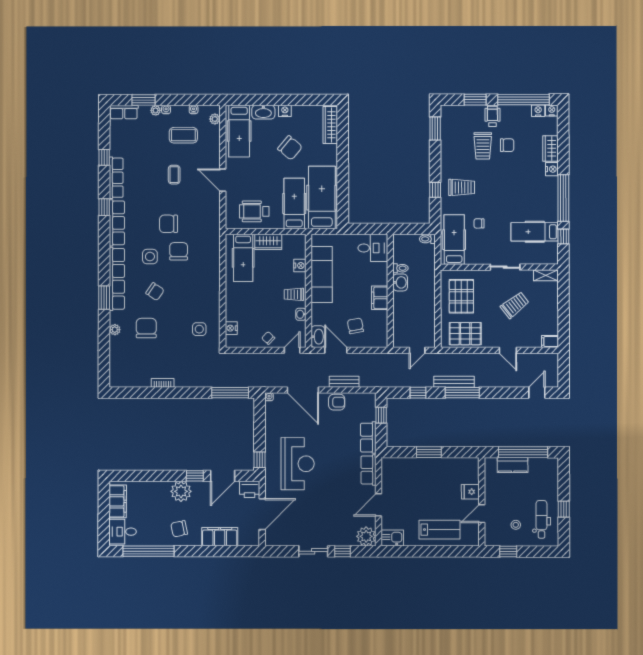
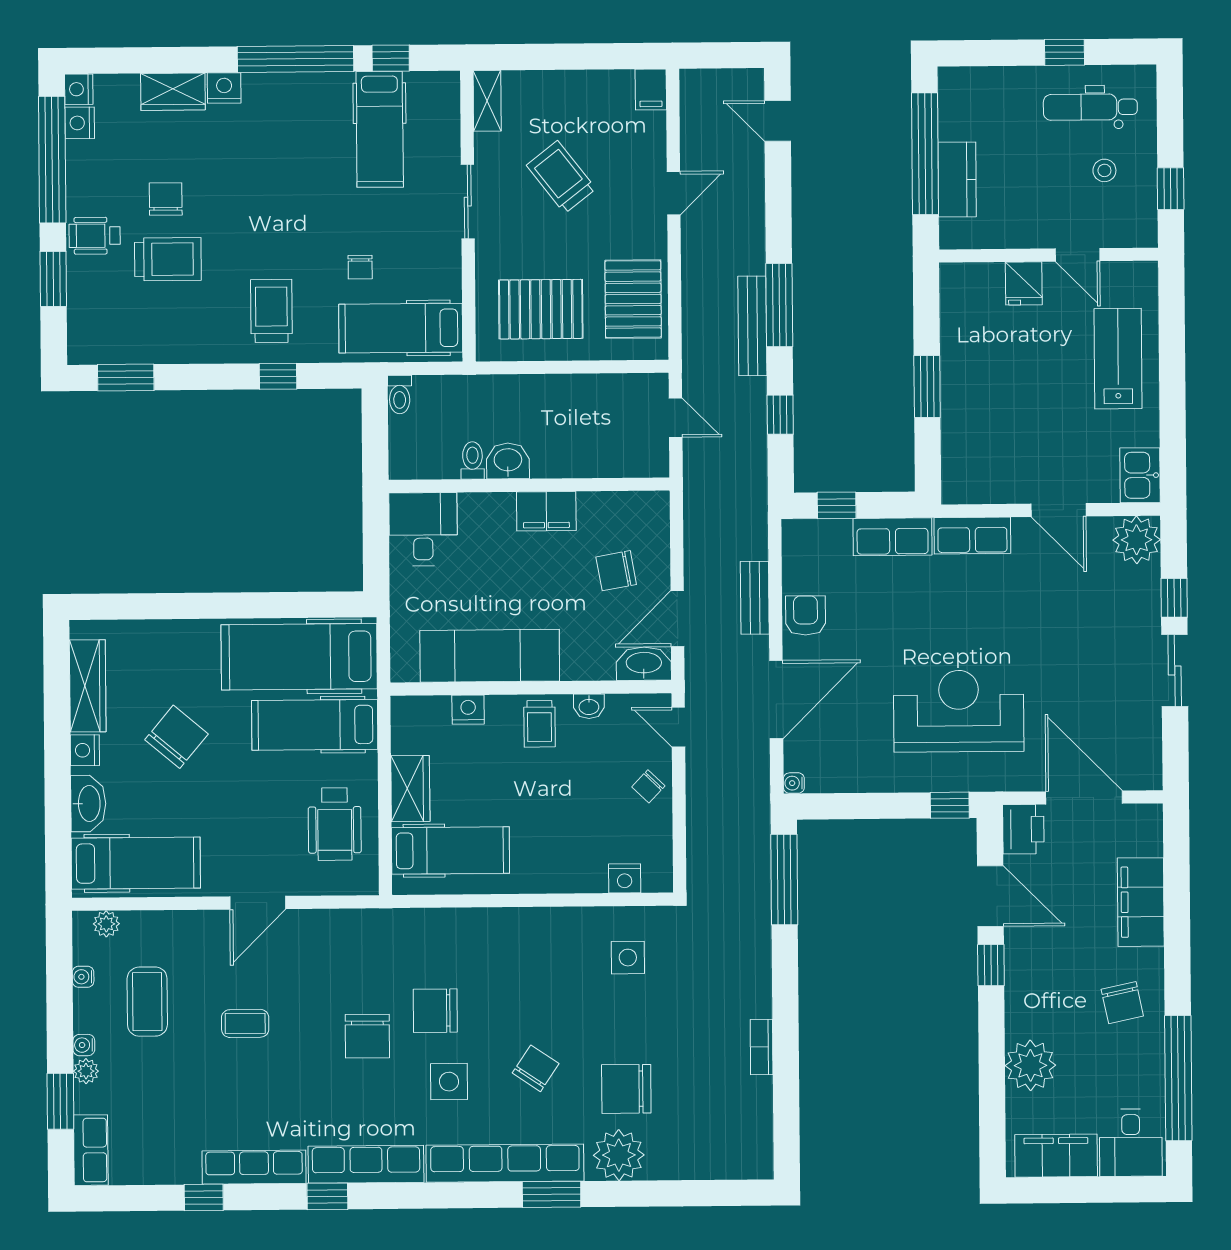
wardrobe: (330, 125) -> (88, 686), moved, turned -90
plant: (115, 330) -> (619, 1155), width x1.88, depth x1.88
plant: (181, 491) -> (1030, 1065), moved

